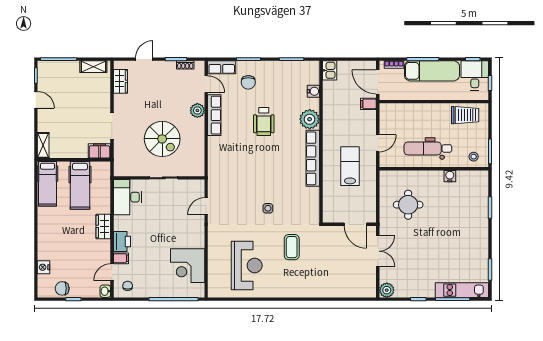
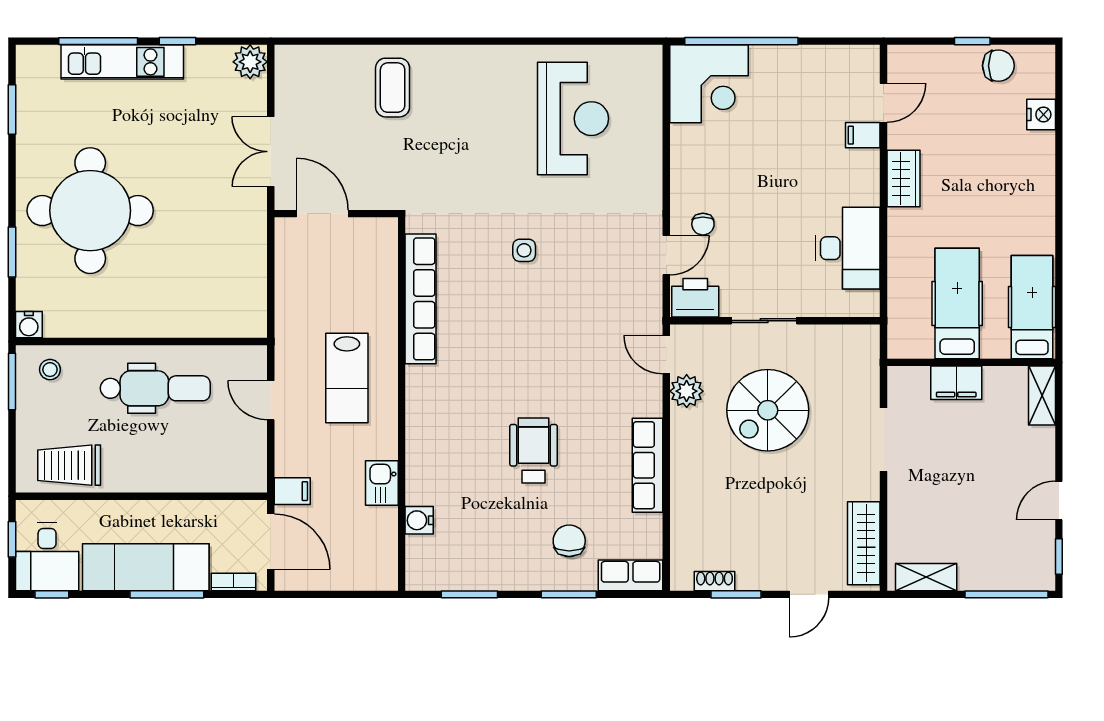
kitchen sink: (330, 70) -> (382, 483), moved
wardrobe: (121, 81) -> (864, 543), width x1.50
door: (206, 84) -> (666, 355), moved
door: (36, 100) -> (1059, 500), hinge flipped
plant: (197, 110) -> (687, 391), moved
plant: (310, 119) -> (428, 456), removed
spiral stairs: (162, 139) -> (768, 410), turned -90
door: (378, 143) -> (271, 400), hinge flipped
filing cabinet: (99, 151) -> (956, 383), moved
row of seats: (313, 158) -> (421, 299), moved
lab bench: (350, 166) -> (347, 378), moved
water cooler: (450, 176) -> (29, 325), moved
desk: (127, 197) -> (848, 248), moved
round table: (408, 205) -> (90, 211), moved, width x1.86, depth x1.86
wardrobe: (103, 226) -> (903, 178), moved
printer: (122, 242) -> (695, 298), moved, turned 90
coffee table: (292, 247) -> (393, 88), moved
reception desk: (247, 265) -> (573, 119), turned 180
corner desk: (188, 266) -> (709, 84), moved, turned 90
chair: (128, 286) -> (703, 224), moved
kitchen unit: (462, 290) -> (122, 62), moved
washbasin: (105, 291) -> (899, 59), removed

